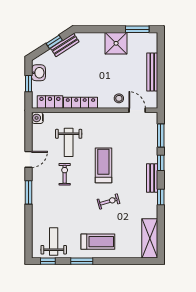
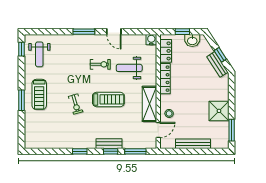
bench: (152, 178) -> (109, 144), moved
shelving: (150, 238) -> (149, 104), moved, turned 90
weight bench: (54, 241) -> (39, 54), turned 90
window: (82, 261) -> (22, 100), moved

